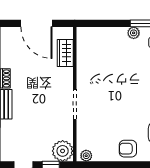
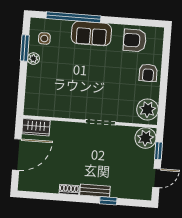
wardrobe: (65, 53) -> (36, 127), moved
plant: (86, 156) -> (147, 109), width x1.87, depth x1.87

